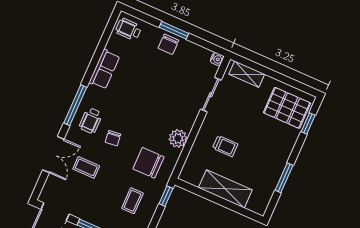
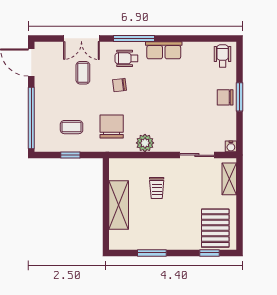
row of seats: (104, 69) -> (164, 50), moved
window: (166, 196) -> (70, 155), moved

